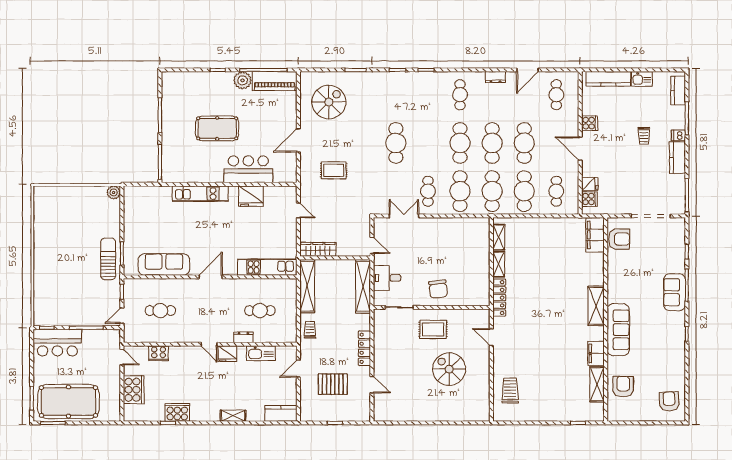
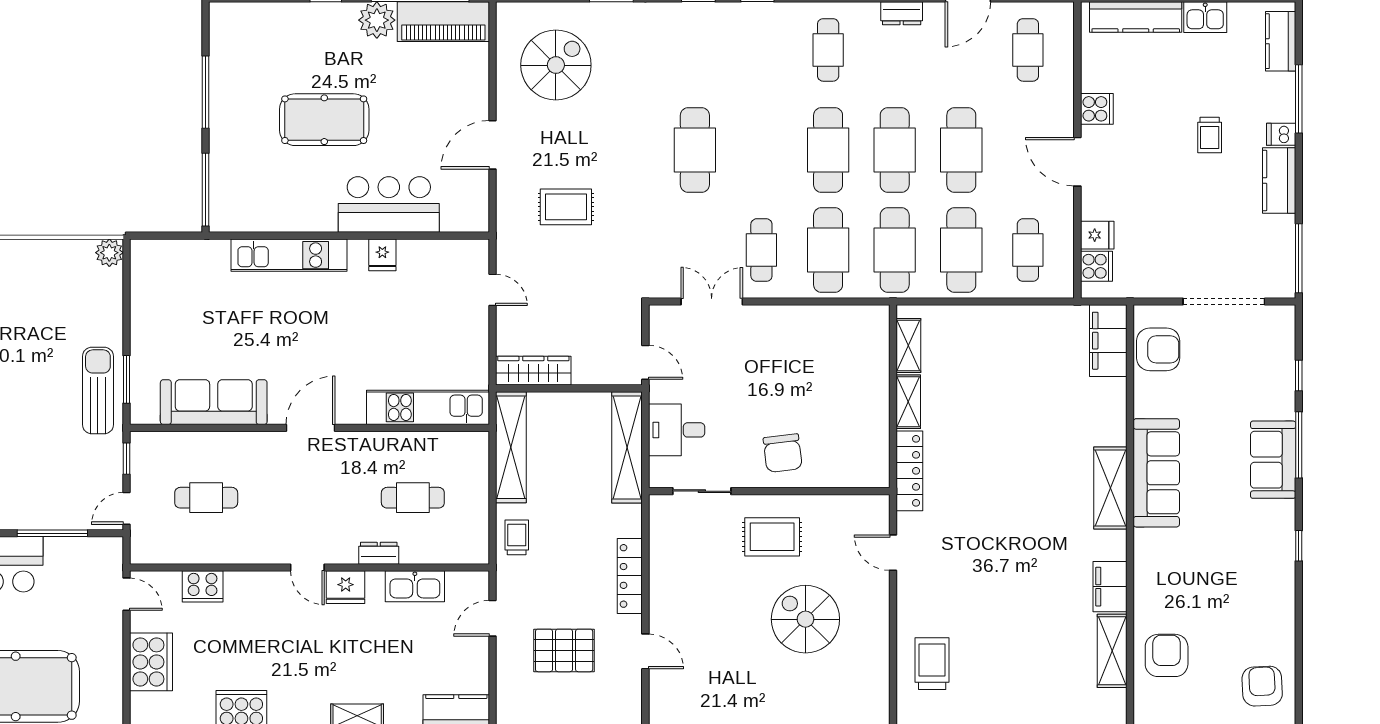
fridge: (251, 196) -> (382, 255), width x0.53, depth x0.75
sofa: (618, 330) -> (1156, 473), moved

